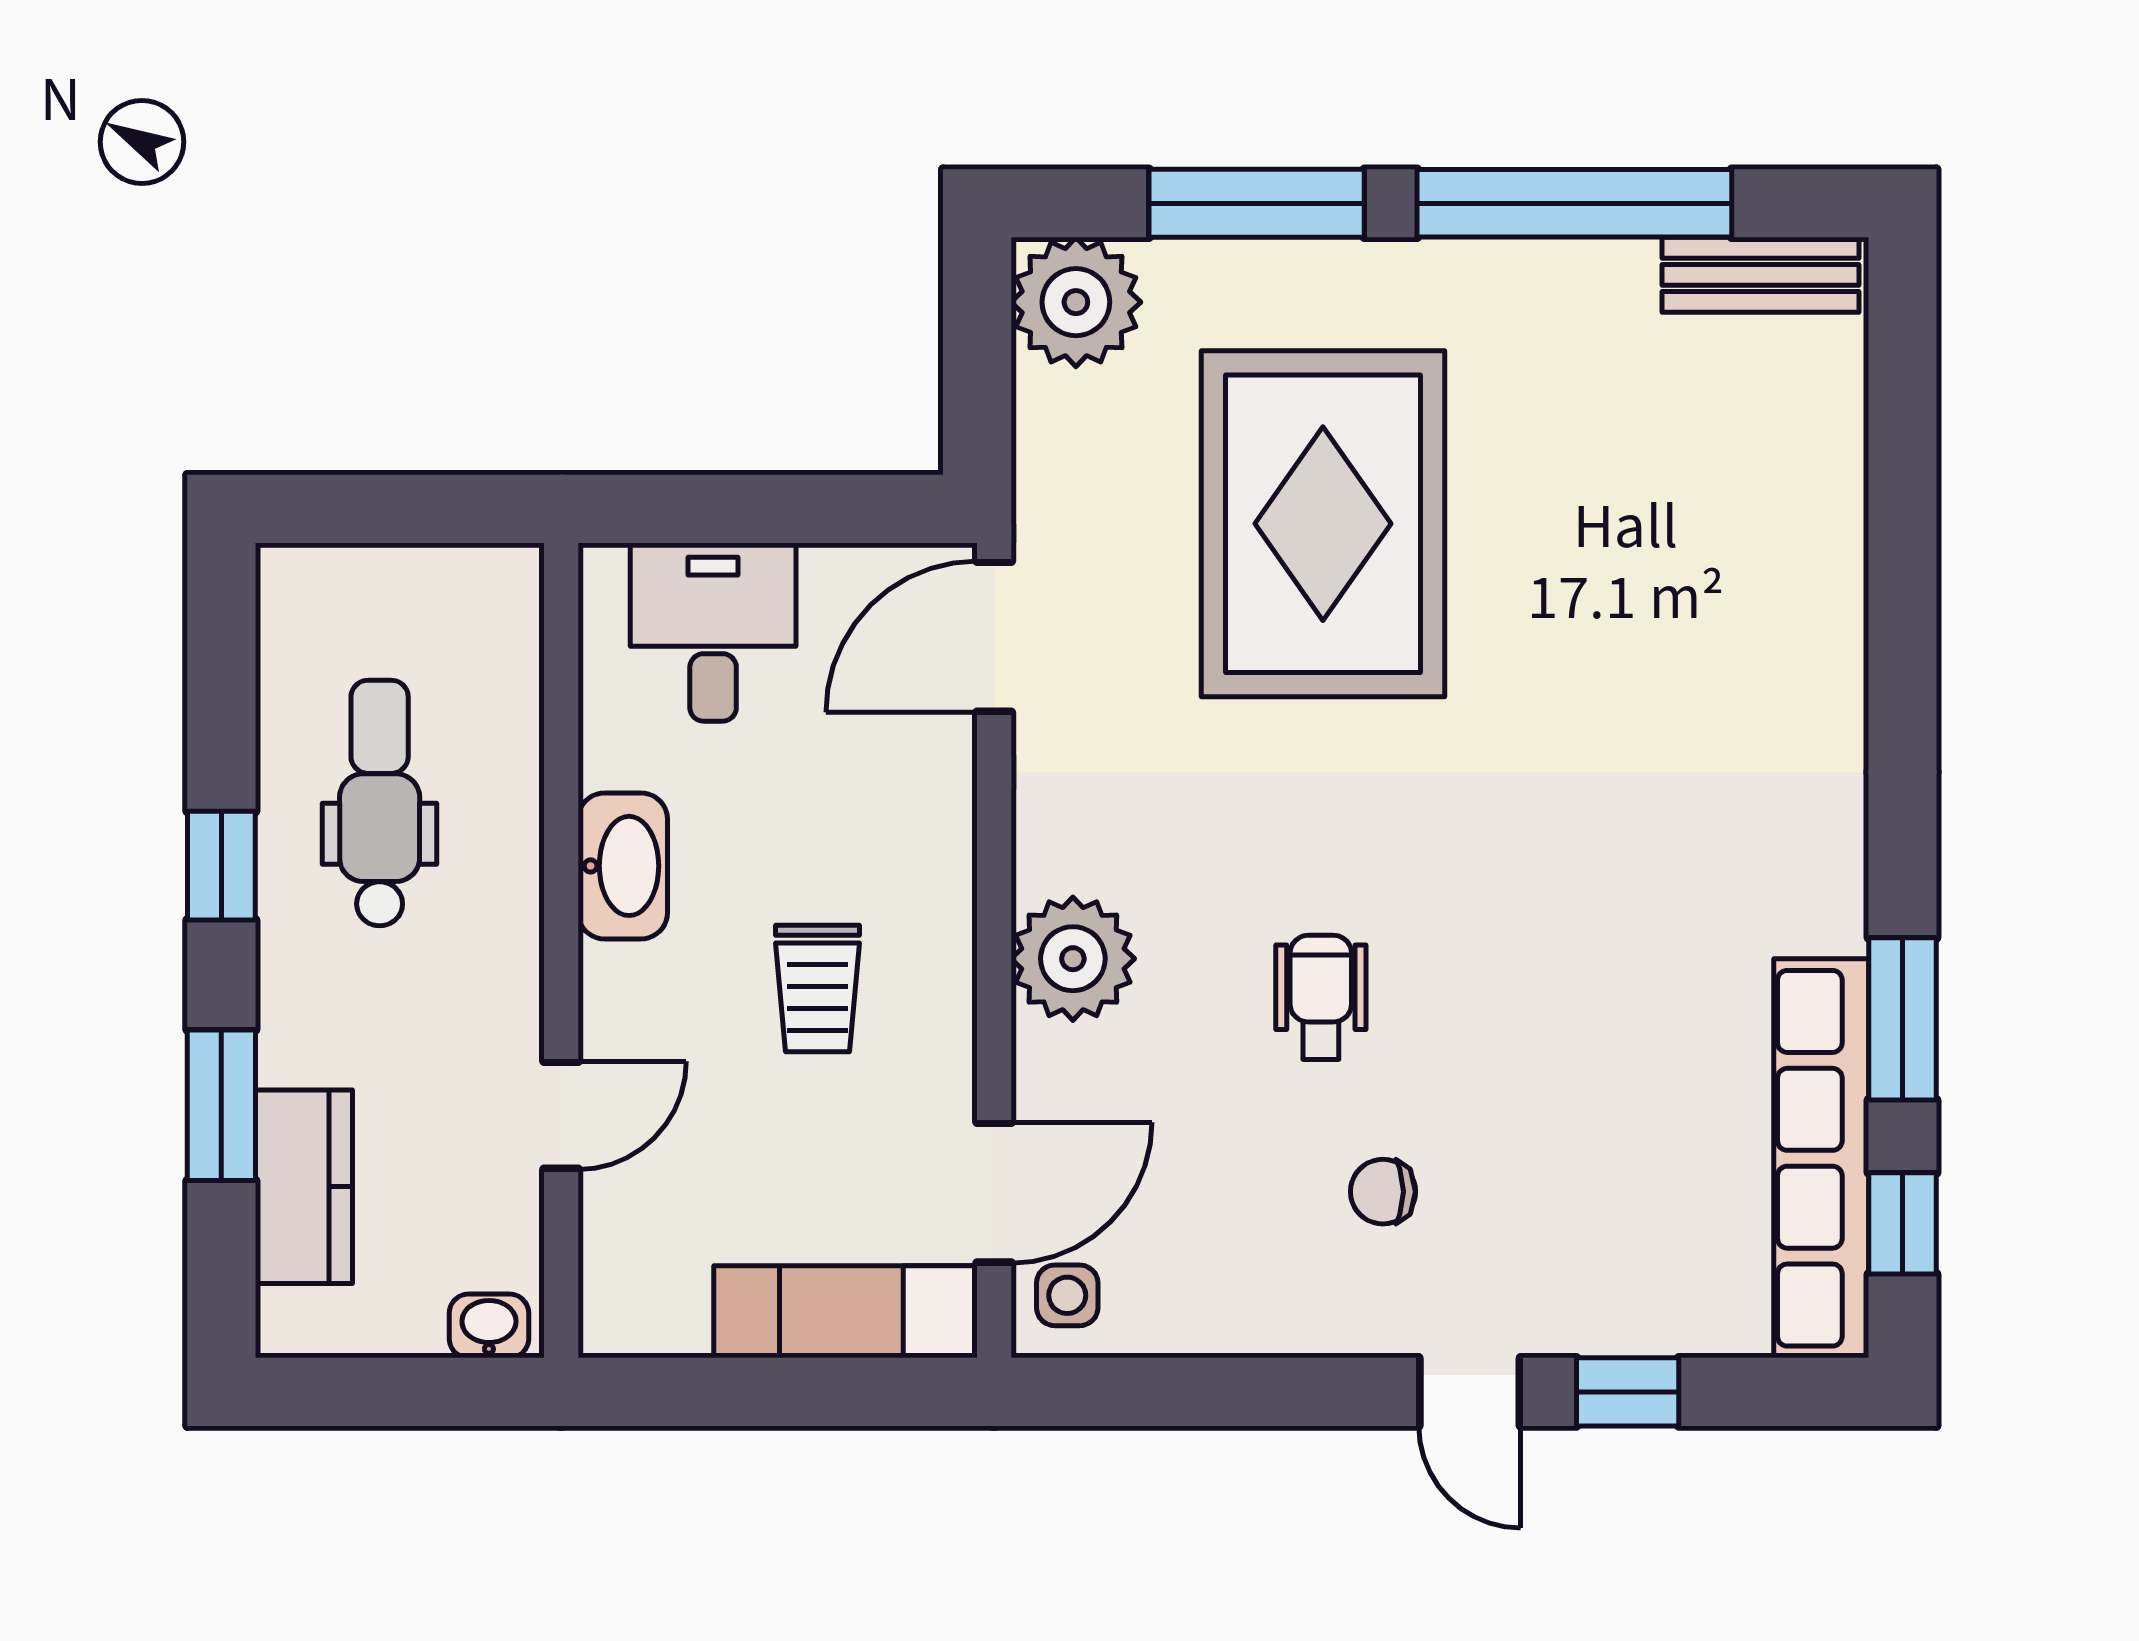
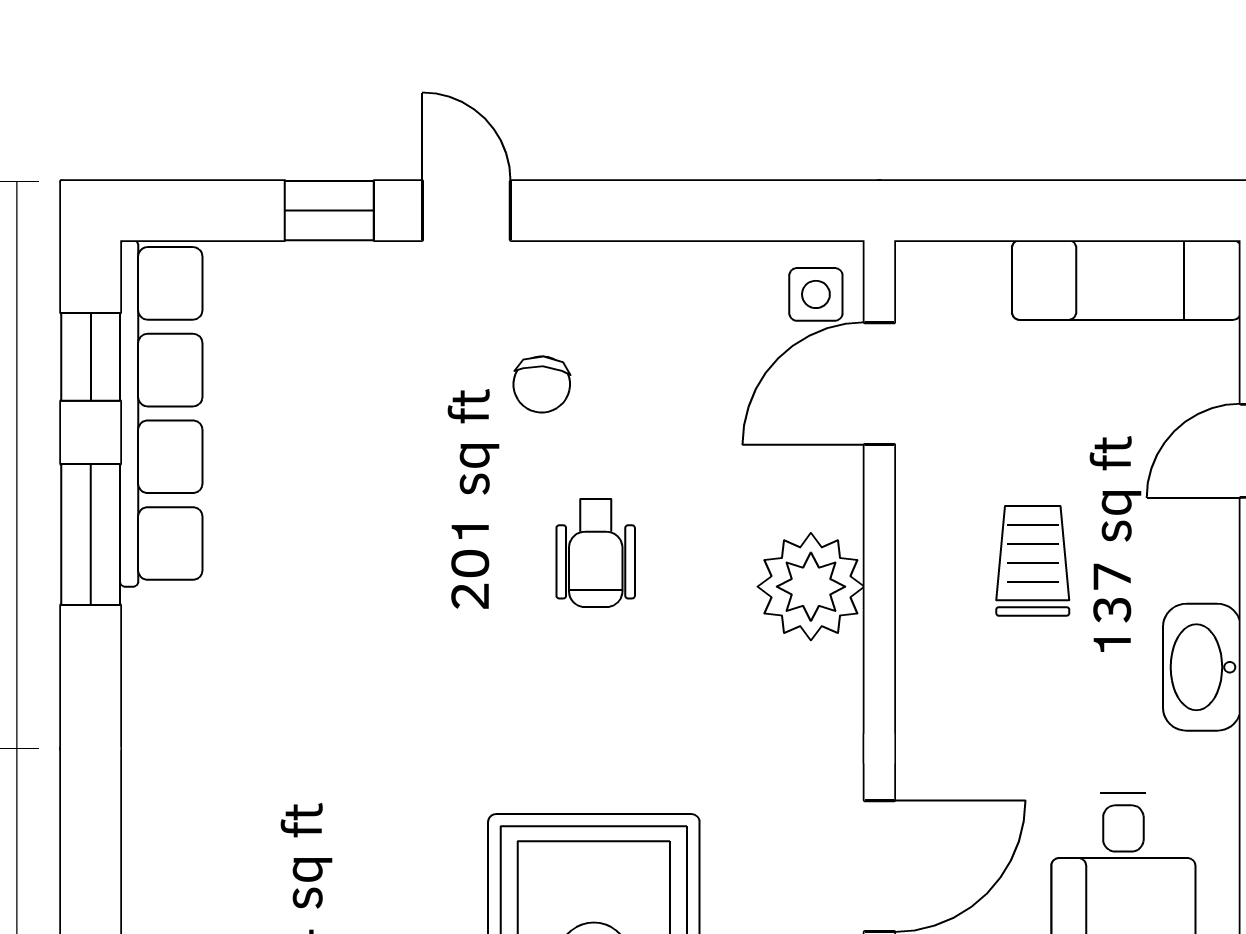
chair: (1383, 1192) -> (542, 384), turned 94
exam couch: (845, 1312) -> (1126, 280), moved

